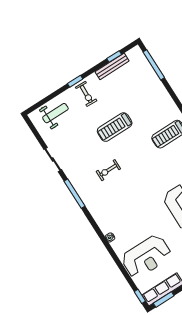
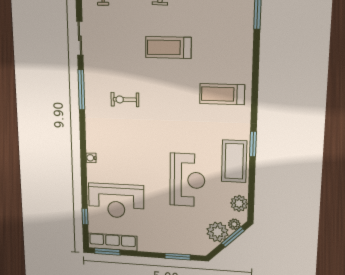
exercise bike: (108, 170) -> (125, 100), moved
window: (140, 296) -> (85, 216), moved

